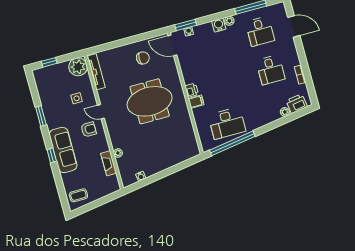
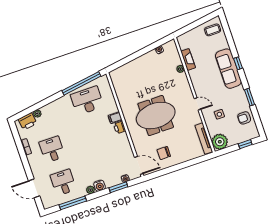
window: (186, 25) -> (118, 187), moved
armchair: (89, 129) -> (244, 118), moved

